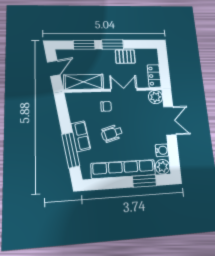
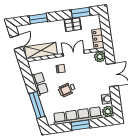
window: (113, 45) -> (81, 13), moved
row of seats: (81, 136) -> (40, 84), moved
window: (144, 181) -> (80, 125), moved

